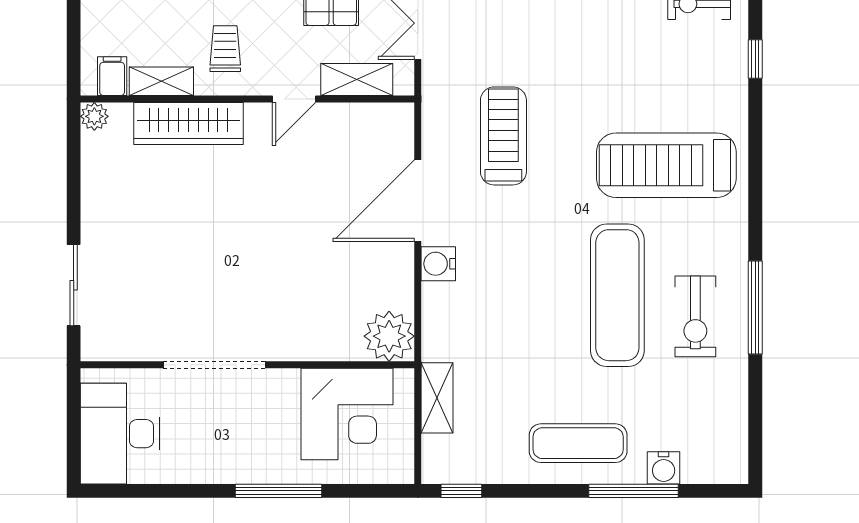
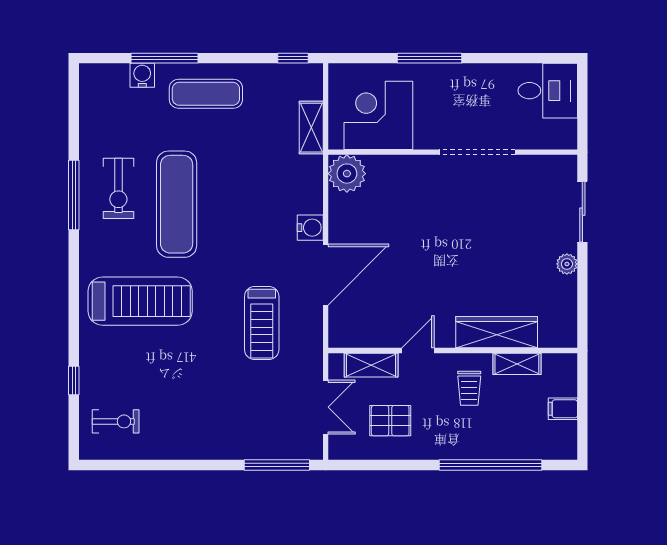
filing cabinet: (112, 76) -> (563, 409), moved, turned 90
plant: (94, 116) -> (567, 264), moved
exercise bike: (695, 316) -> (118, 188), turned 180
desk: (120, 434) -> (548, 91), width x0.73

